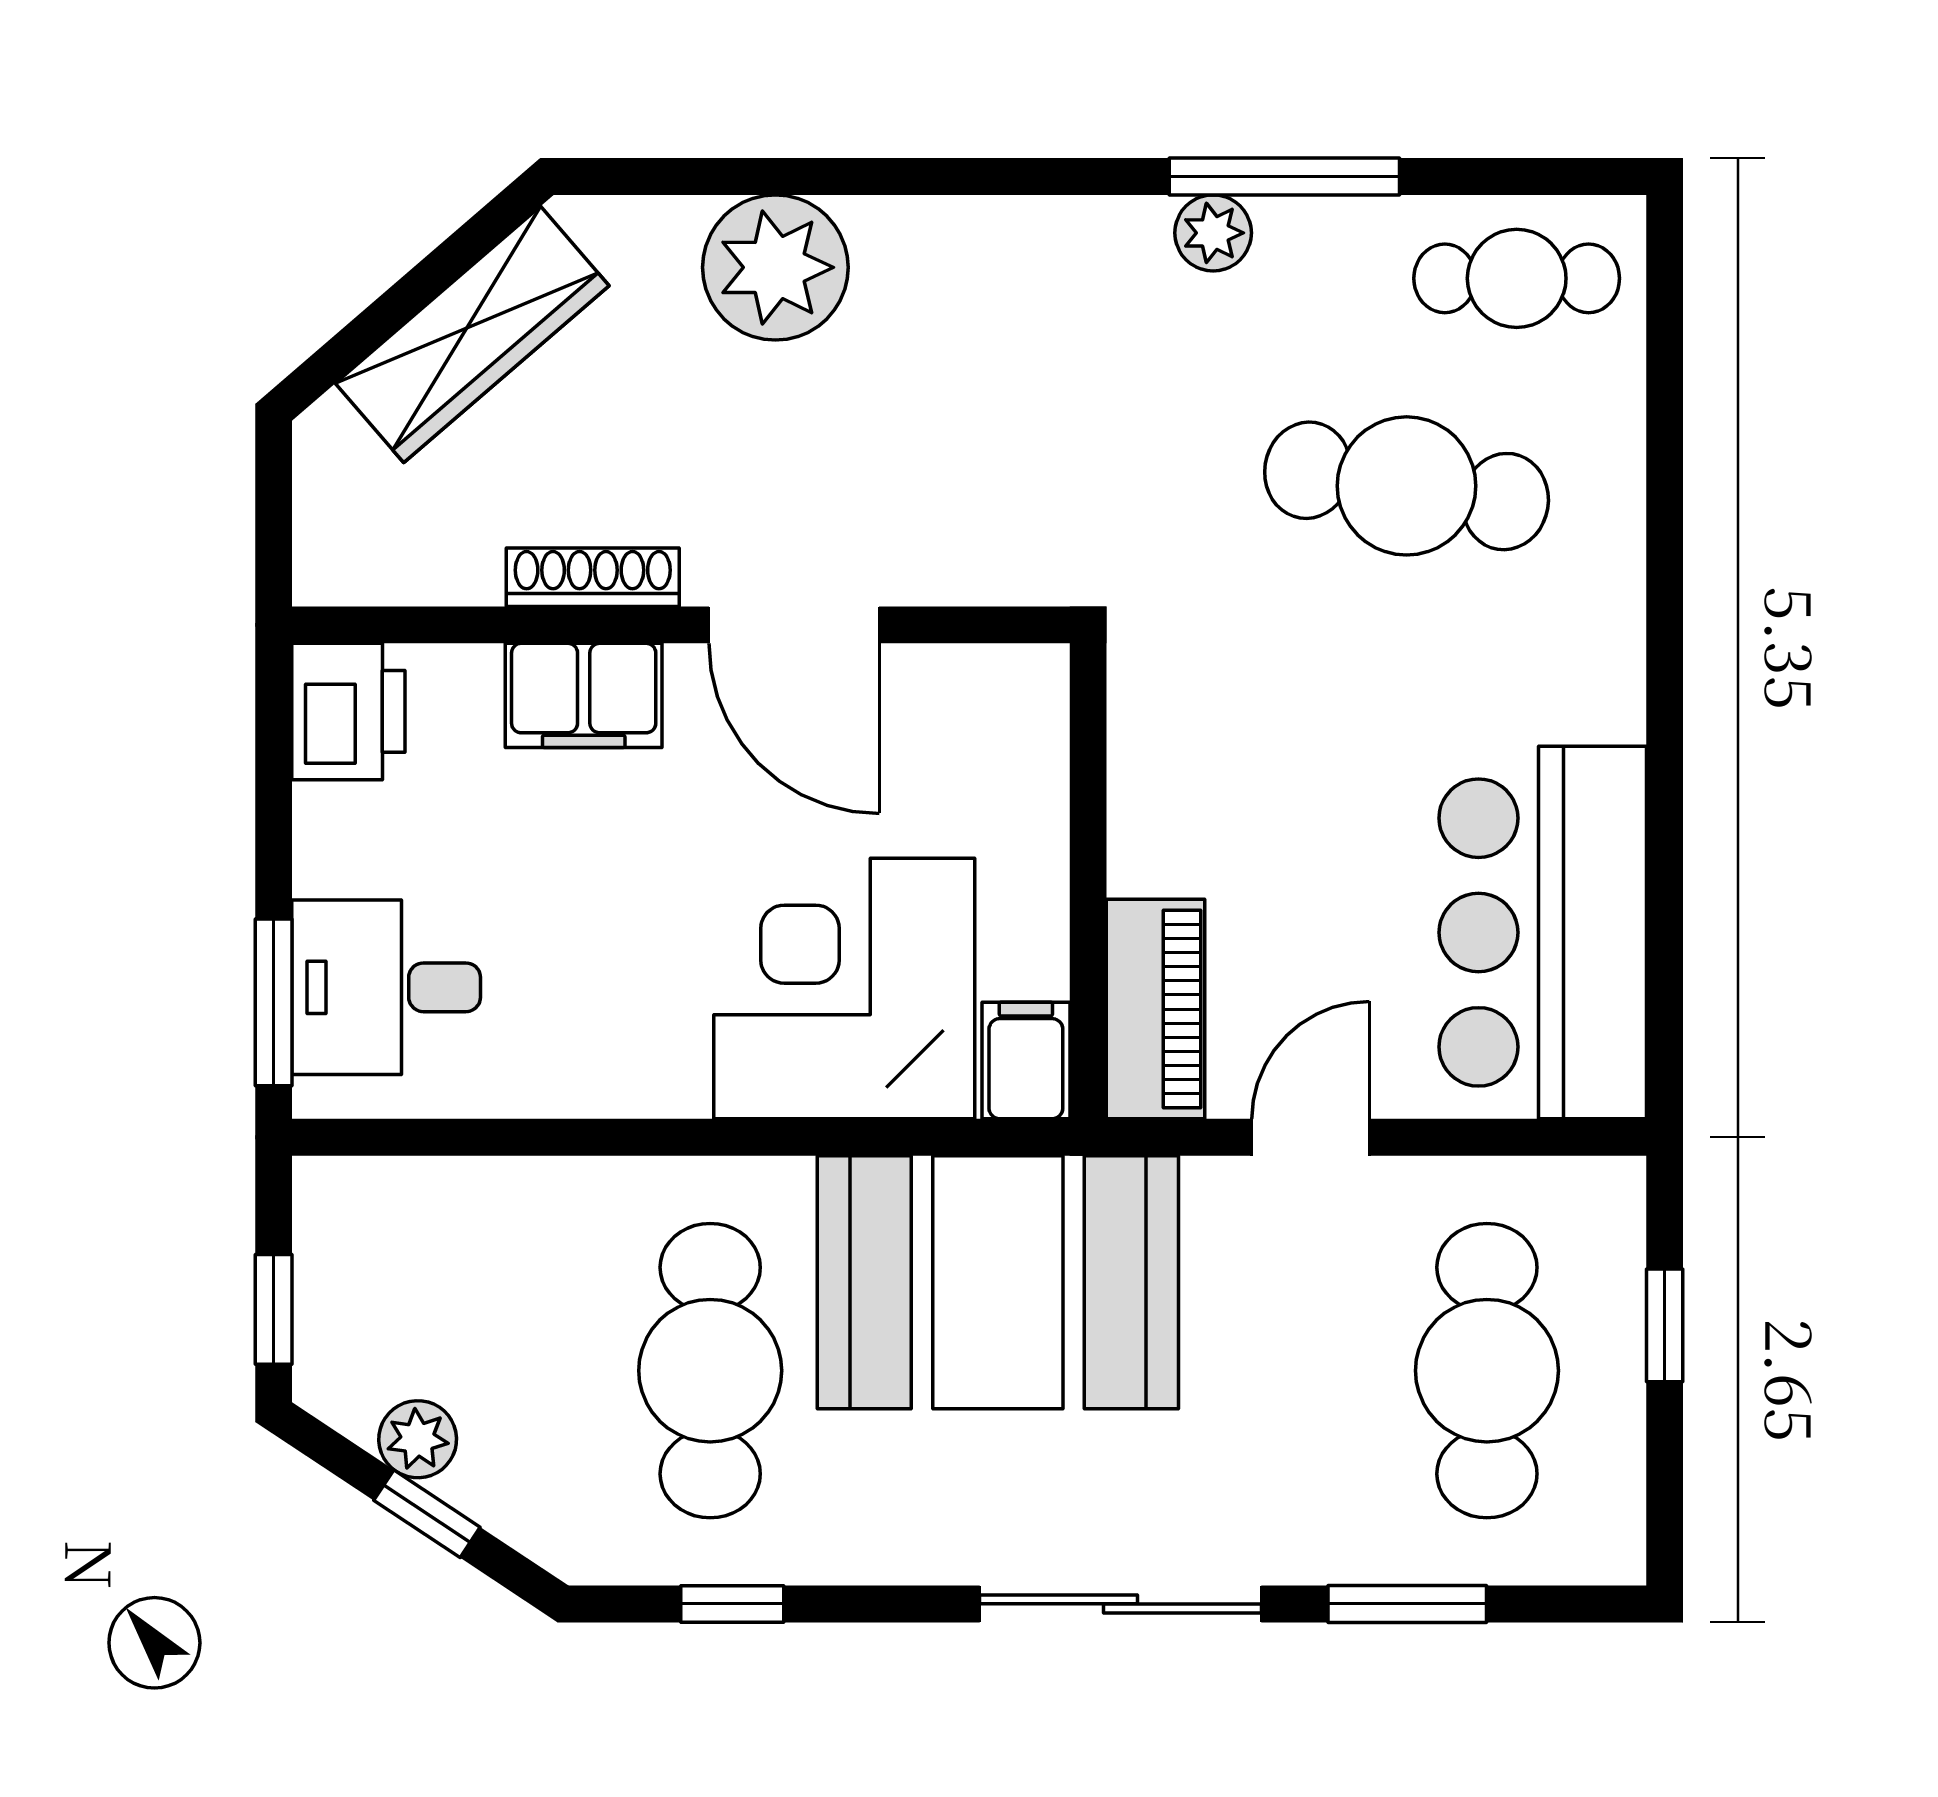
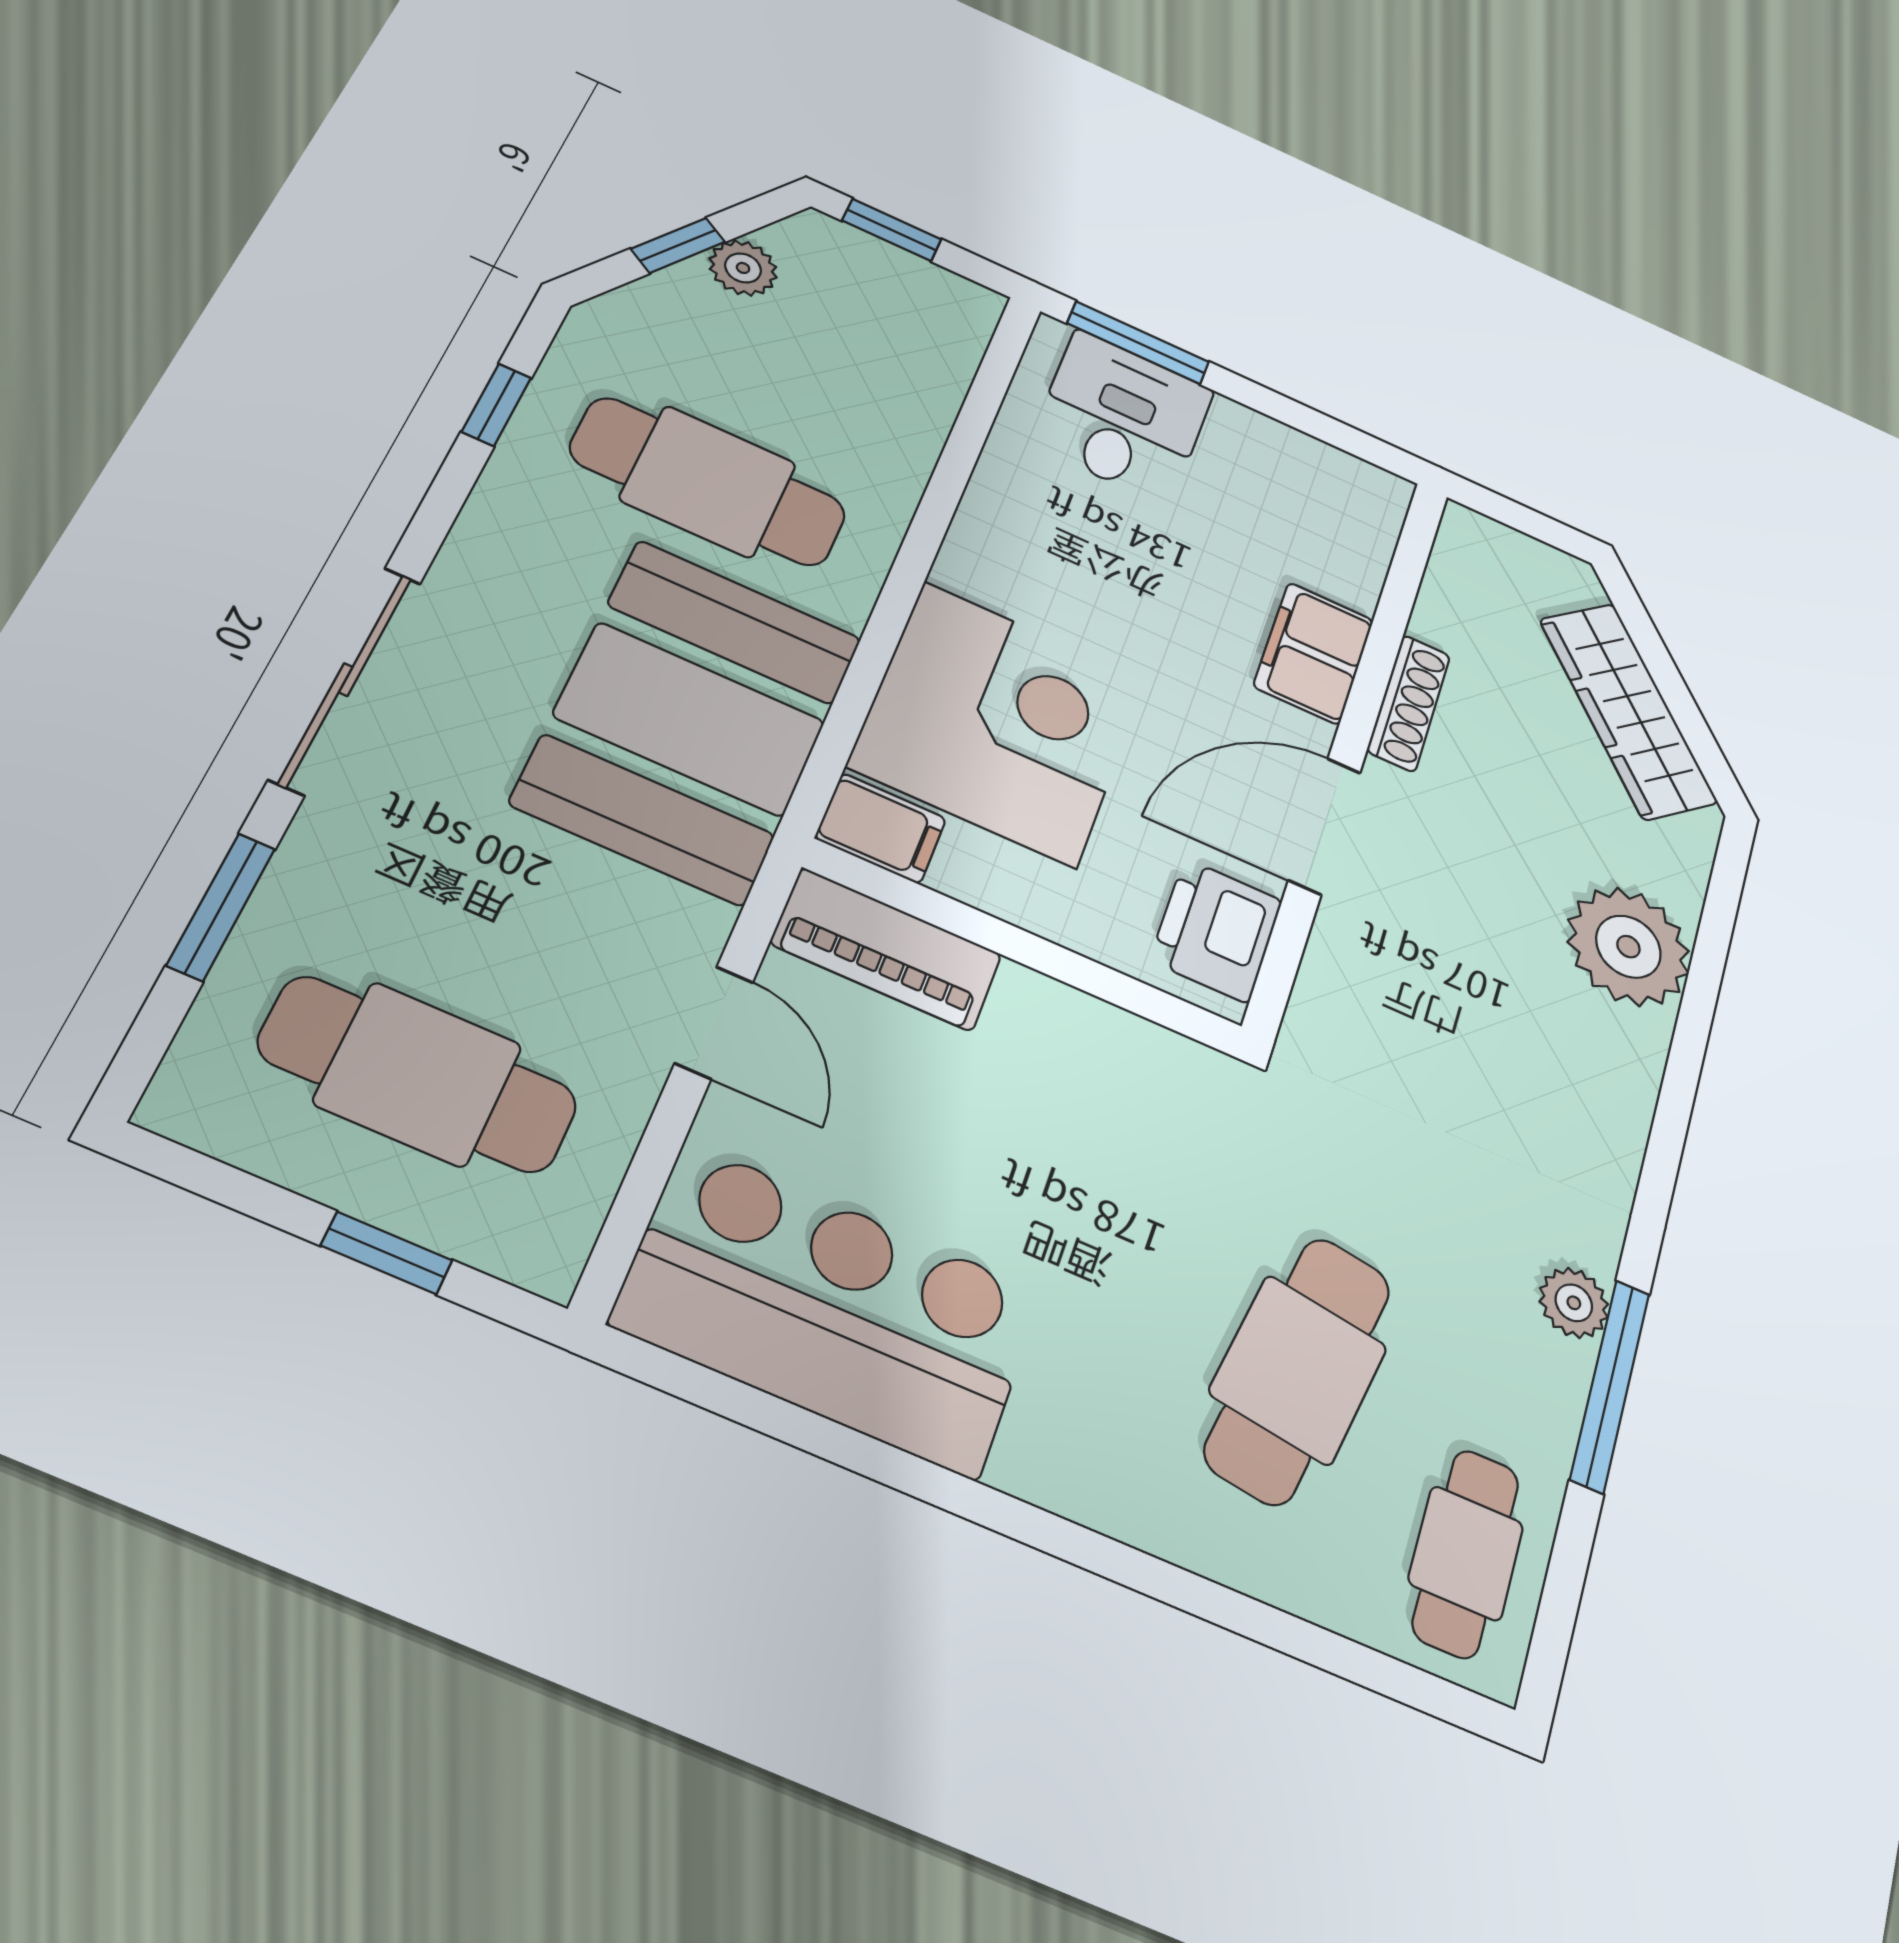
printer: (348, 711) -> (1216, 930), moved, turned 90

